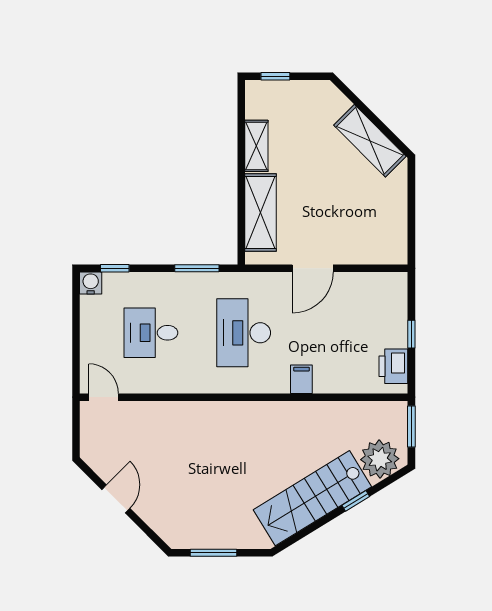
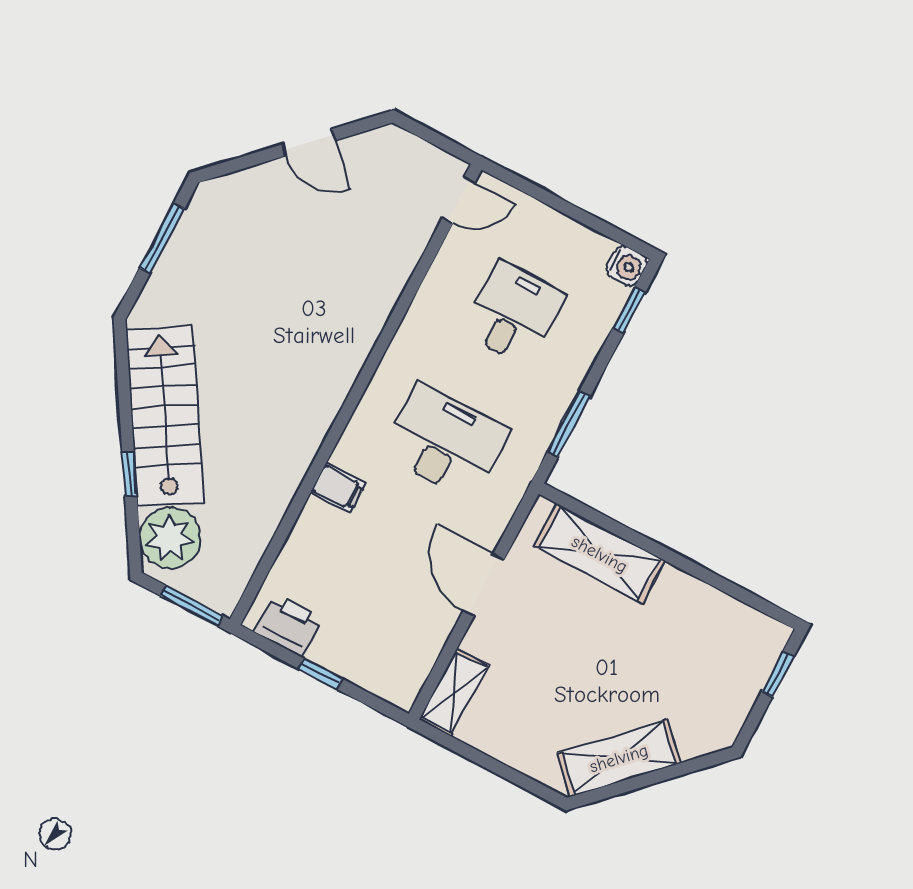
shelving: (256, 146) -> (454, 692), moved, turned 90

